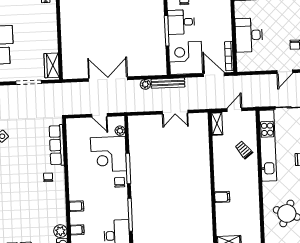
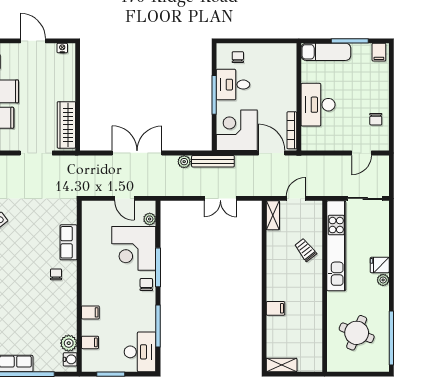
wardrobe: (52, 65) -> (66, 125), width x1.50
row of seats: (57, 145) -> (69, 242), width x0.68

